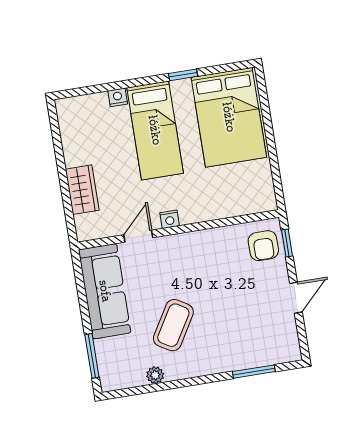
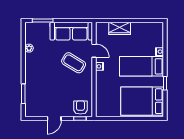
armchair: (263, 246) -> (80, 107), turned 90
door: (296, 298) -> (54, 119), hinge flipped
coffee table: (173, 325) -> (74, 63), moved

